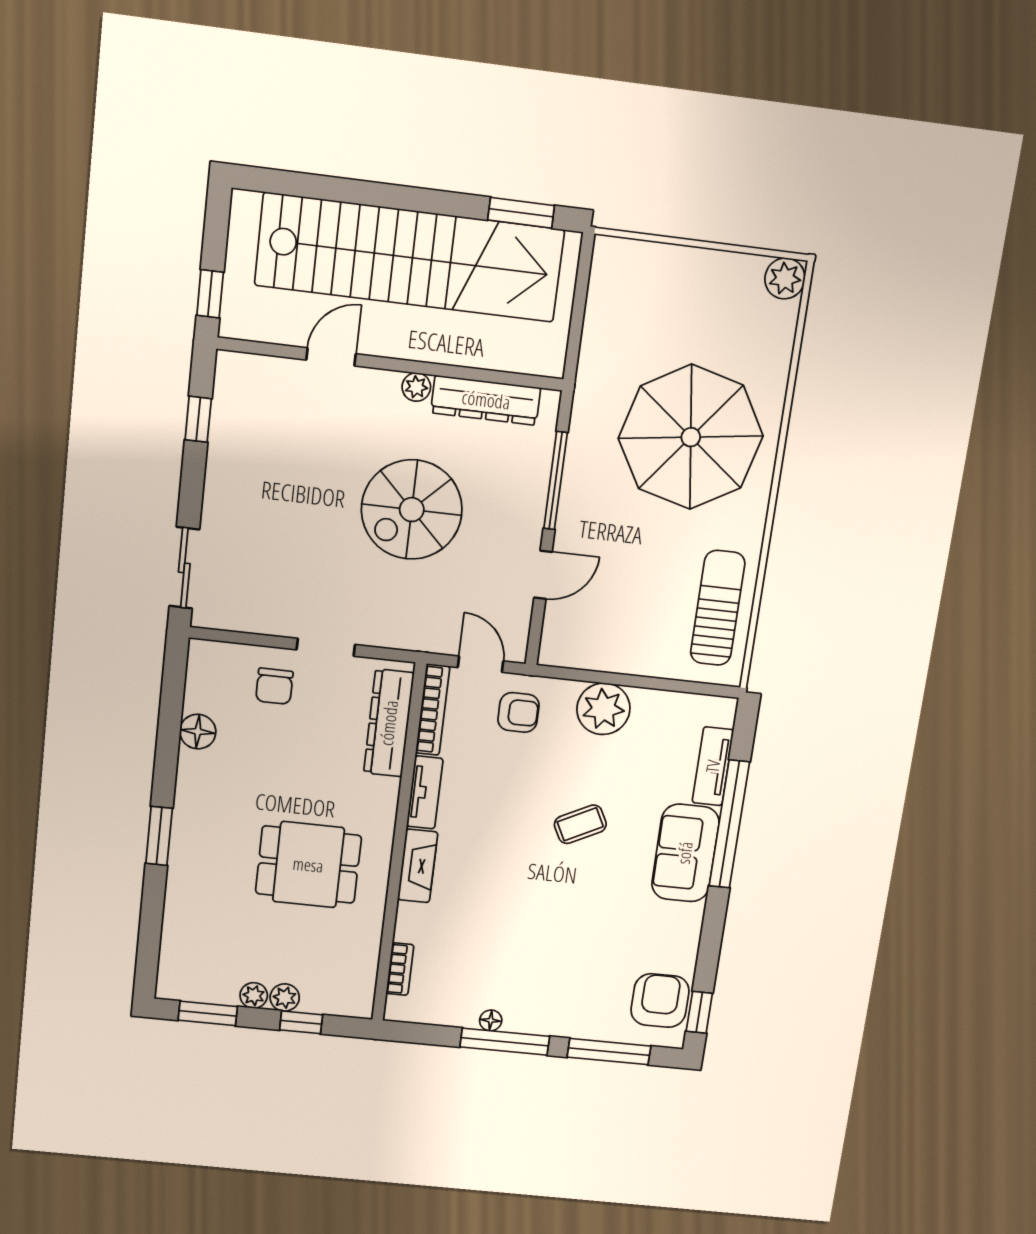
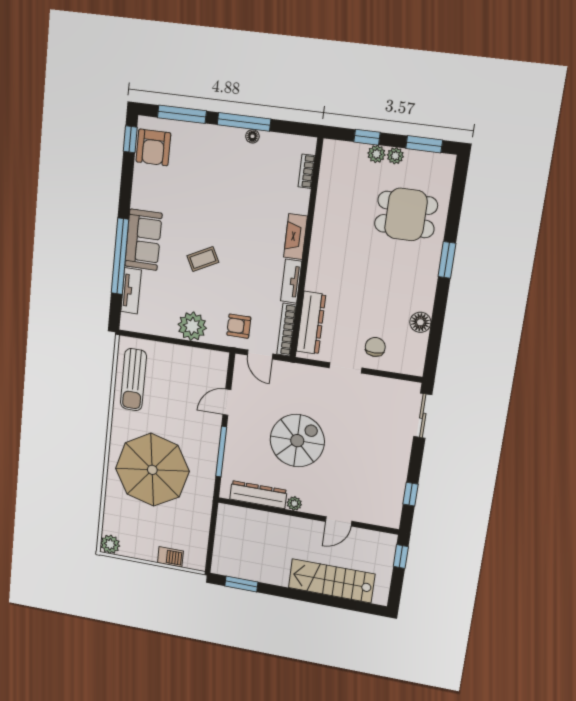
stairs: (410, 257) -> (331, 581), width x0.54, depth x0.66
barbecue: (663, 260) -> (170, 557), added
dining table: (308, 865) -> (406, 214), moved

